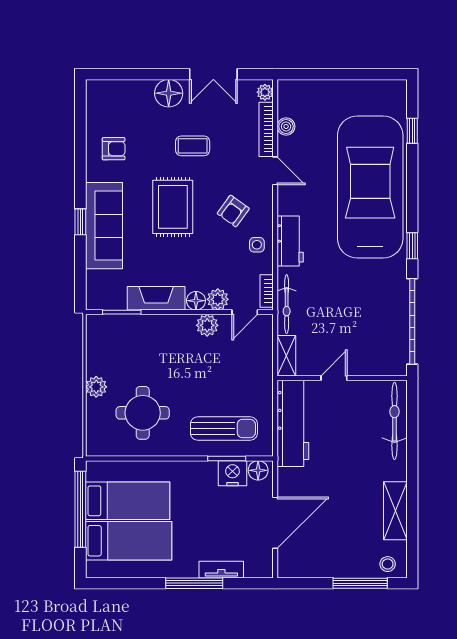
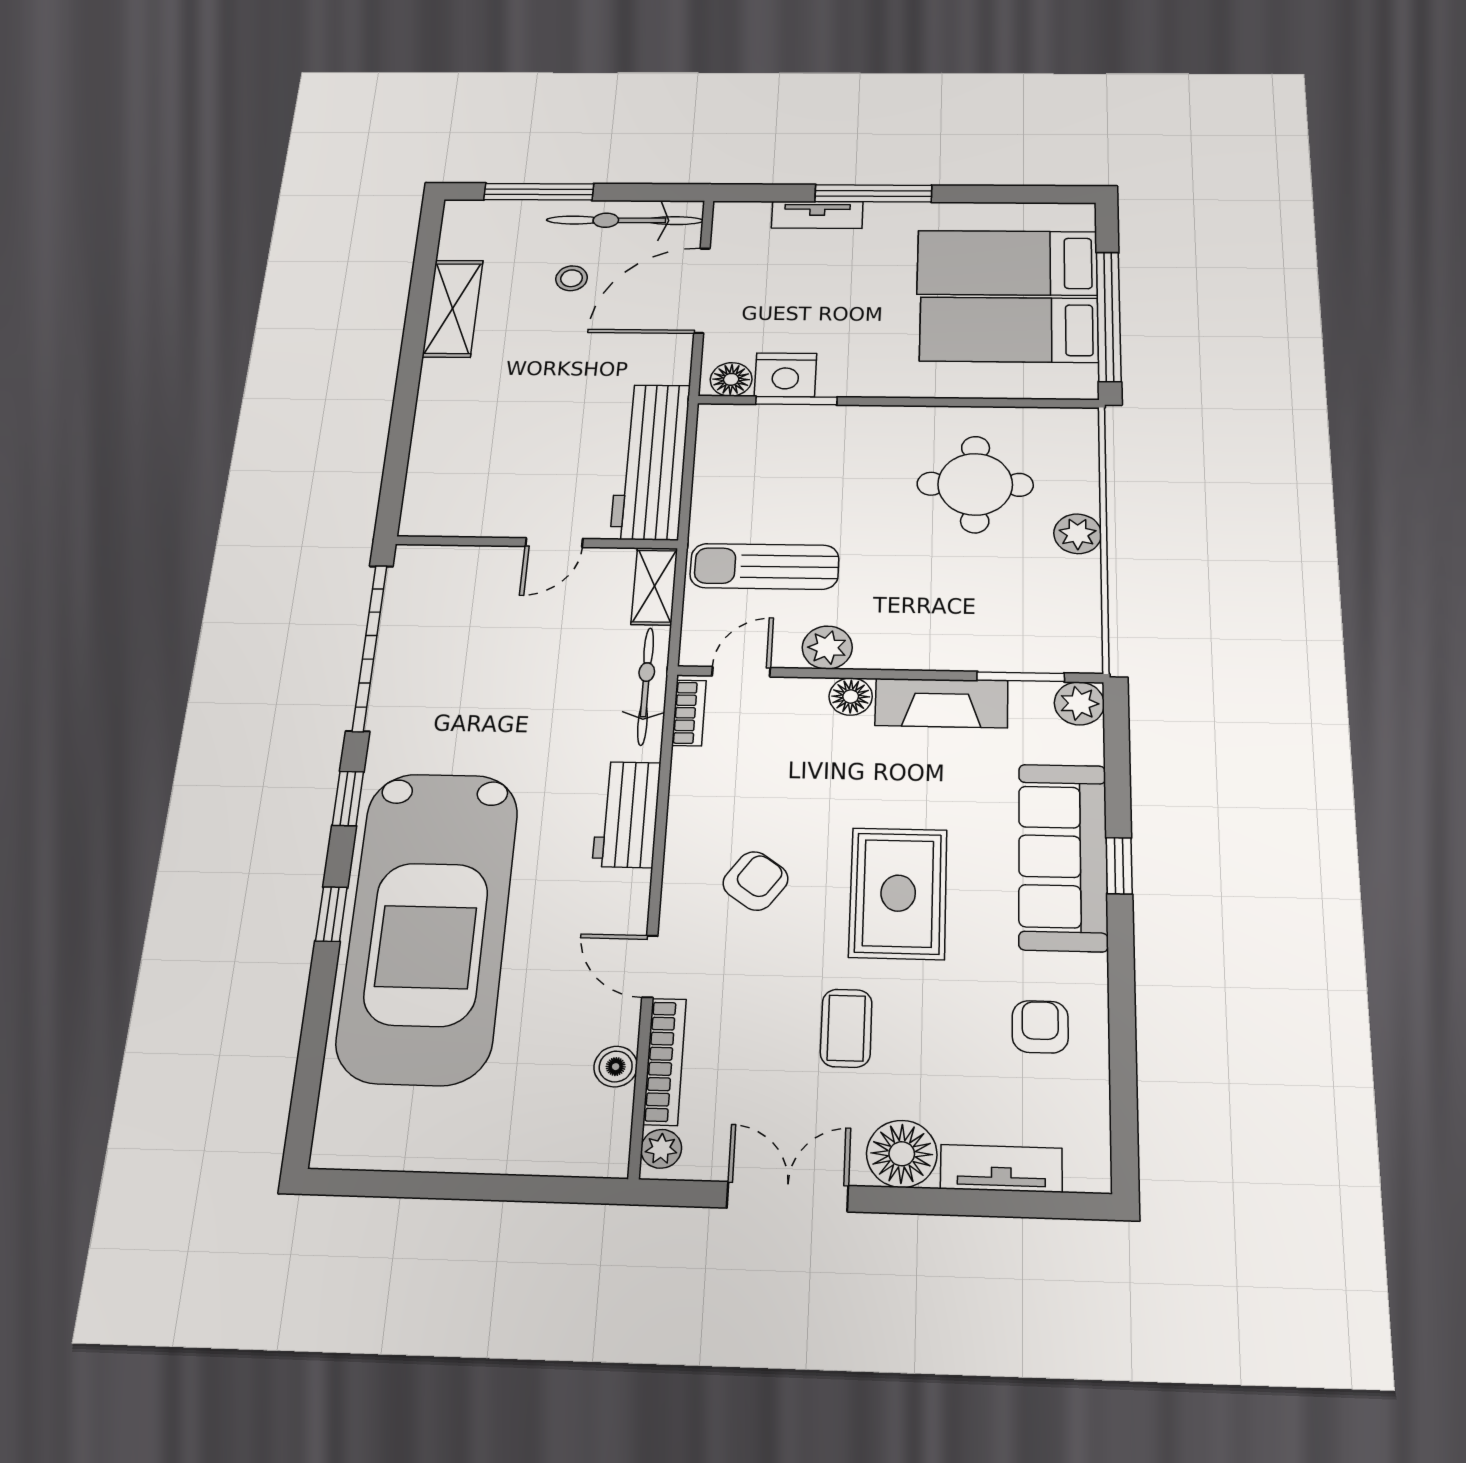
tv unit: (129, 88) -> (1001, 1168), added
window: (412, 131) -> (331, 914), moved
coffee table: (193, 146) -> (846, 1028), turned 90
armchair: (114, 149) -> (1040, 1027), turned 90
side table: (257, 245) -> (705, 808), removed
plant: (218, 299) -> (1079, 703), moved
bicycle: (394, 421) -> (625, 220), moved, turned 90
sun lounger: (224, 429) -> (764, 566), moved
stool: (388, 564) -> (572, 278), moved

